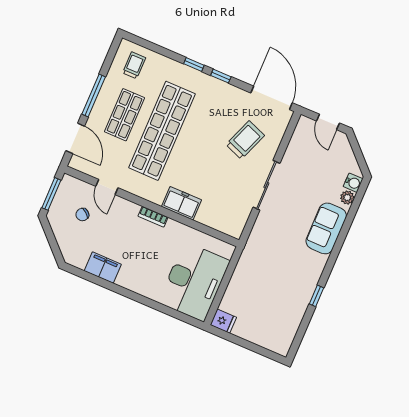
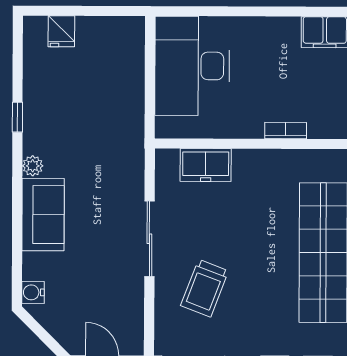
plant: (347, 198) -> (33, 166), moved
freezer: (182, 203) -> (206, 165), moved
fridge: (223, 321) -> (61, 31), moved, turned -90

